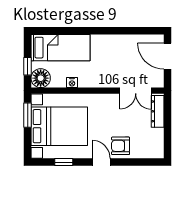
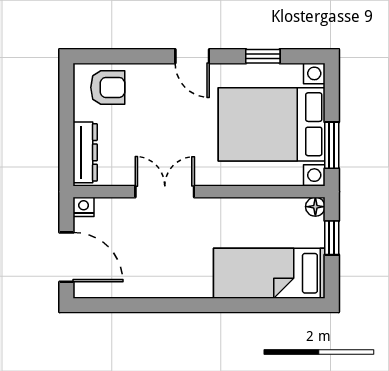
floor lamp: (41, 78) -> (315, 207), width x0.53, depth x0.53
nightstand: (72, 83) -> (84, 207), moved
double door: (136, 91) -> (165, 192), moved
armchair: (121, 146) -> (108, 87), moved

